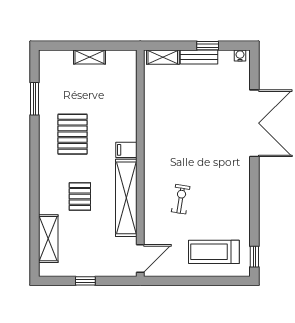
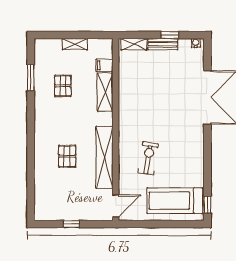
pallet: (73, 134) -> (63, 86), moved, width x0.67, depth x0.71
filing cabinet: (126, 150) -> (104, 65), moved
exercise bike: (181, 199) -> (148, 158), width x1.38, depth x1.39
shelving: (48, 239) -> (105, 92), moved
treadmill: (214, 252) -> (175, 201), width x1.37, depth x1.38

